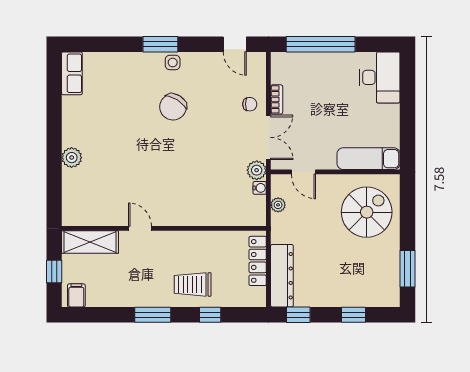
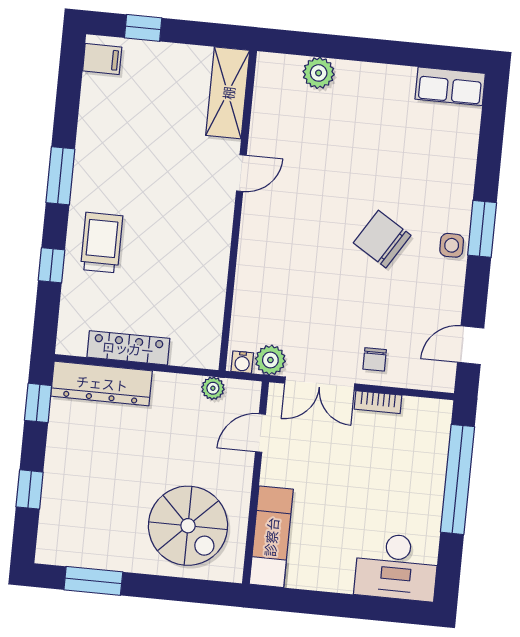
door: (140, 228) -> (241, 173), moved
wall: (164, 228) -> (238, 211), moved
shelving: (90, 242) -> (228, 93), moved

